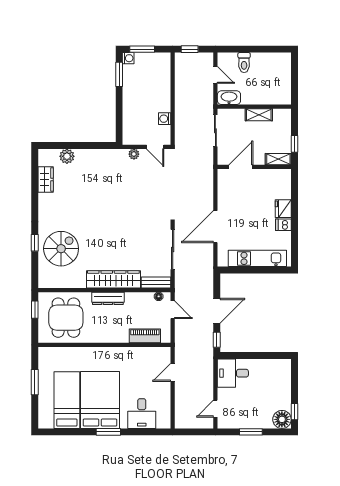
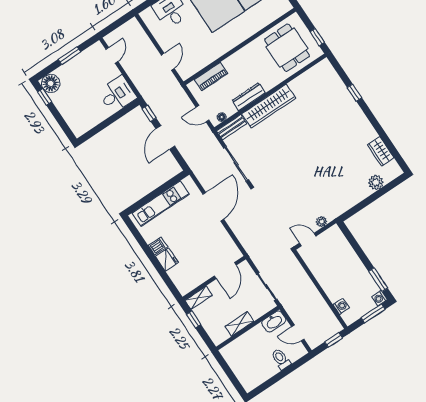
washing machine: (165, 119) -> (341, 306), moved
spiral stairs: (61, 249) -> (329, 102), removed
dresser: (108, 298) -> (249, 97), moved

